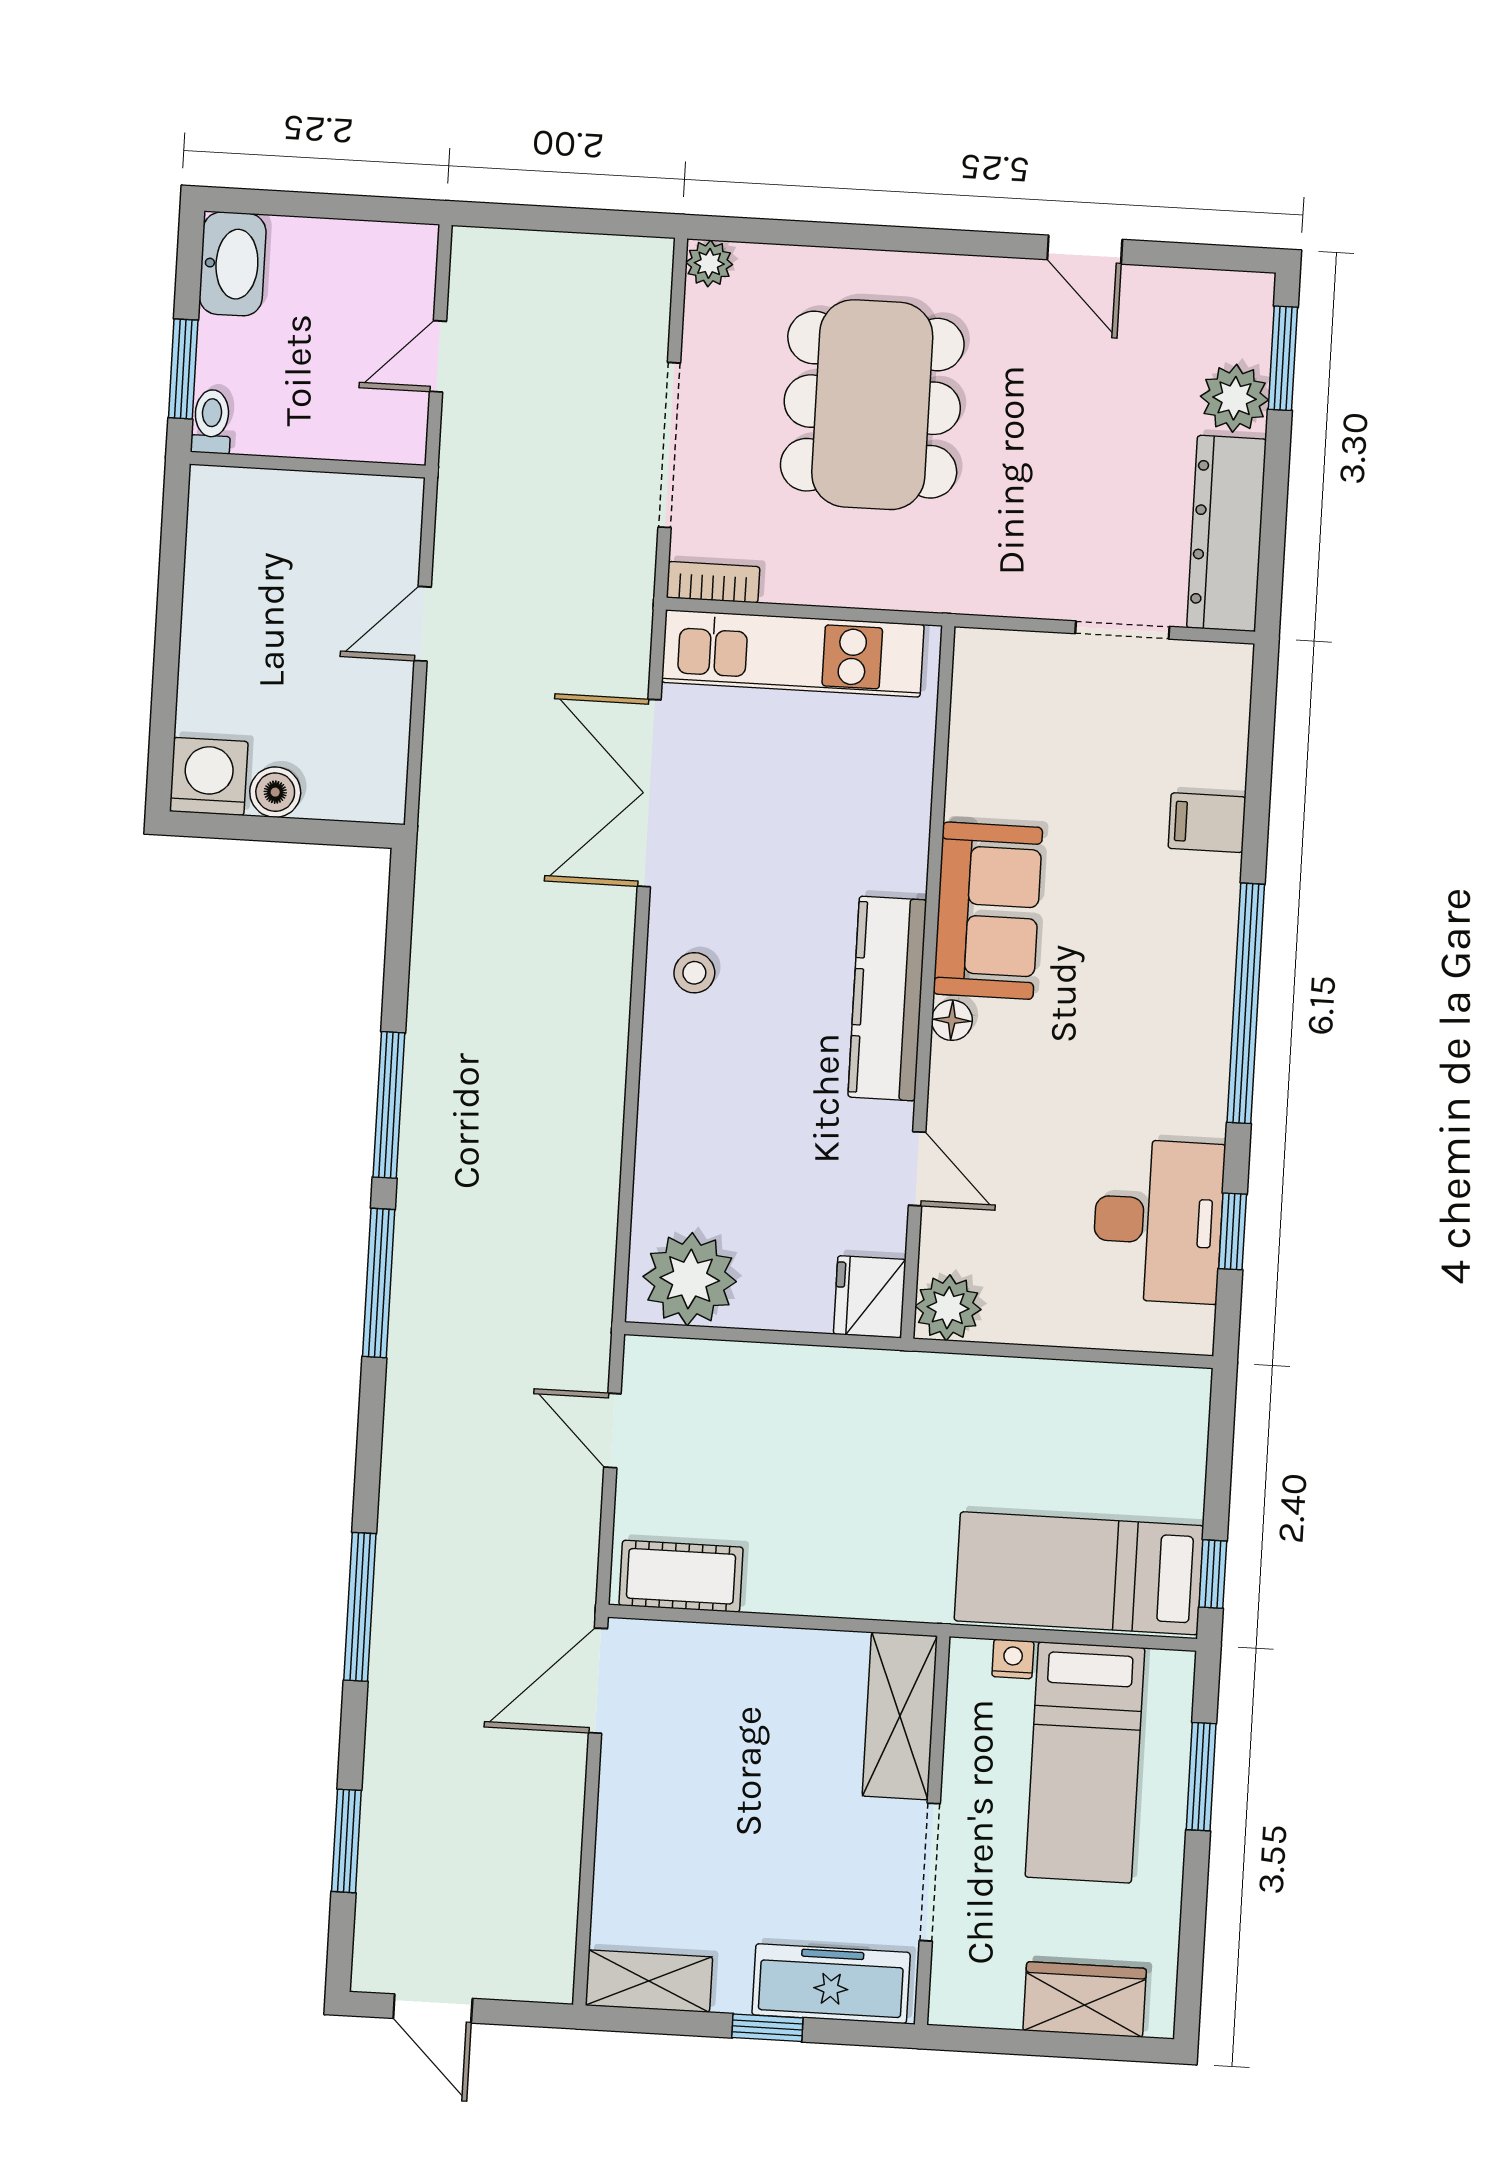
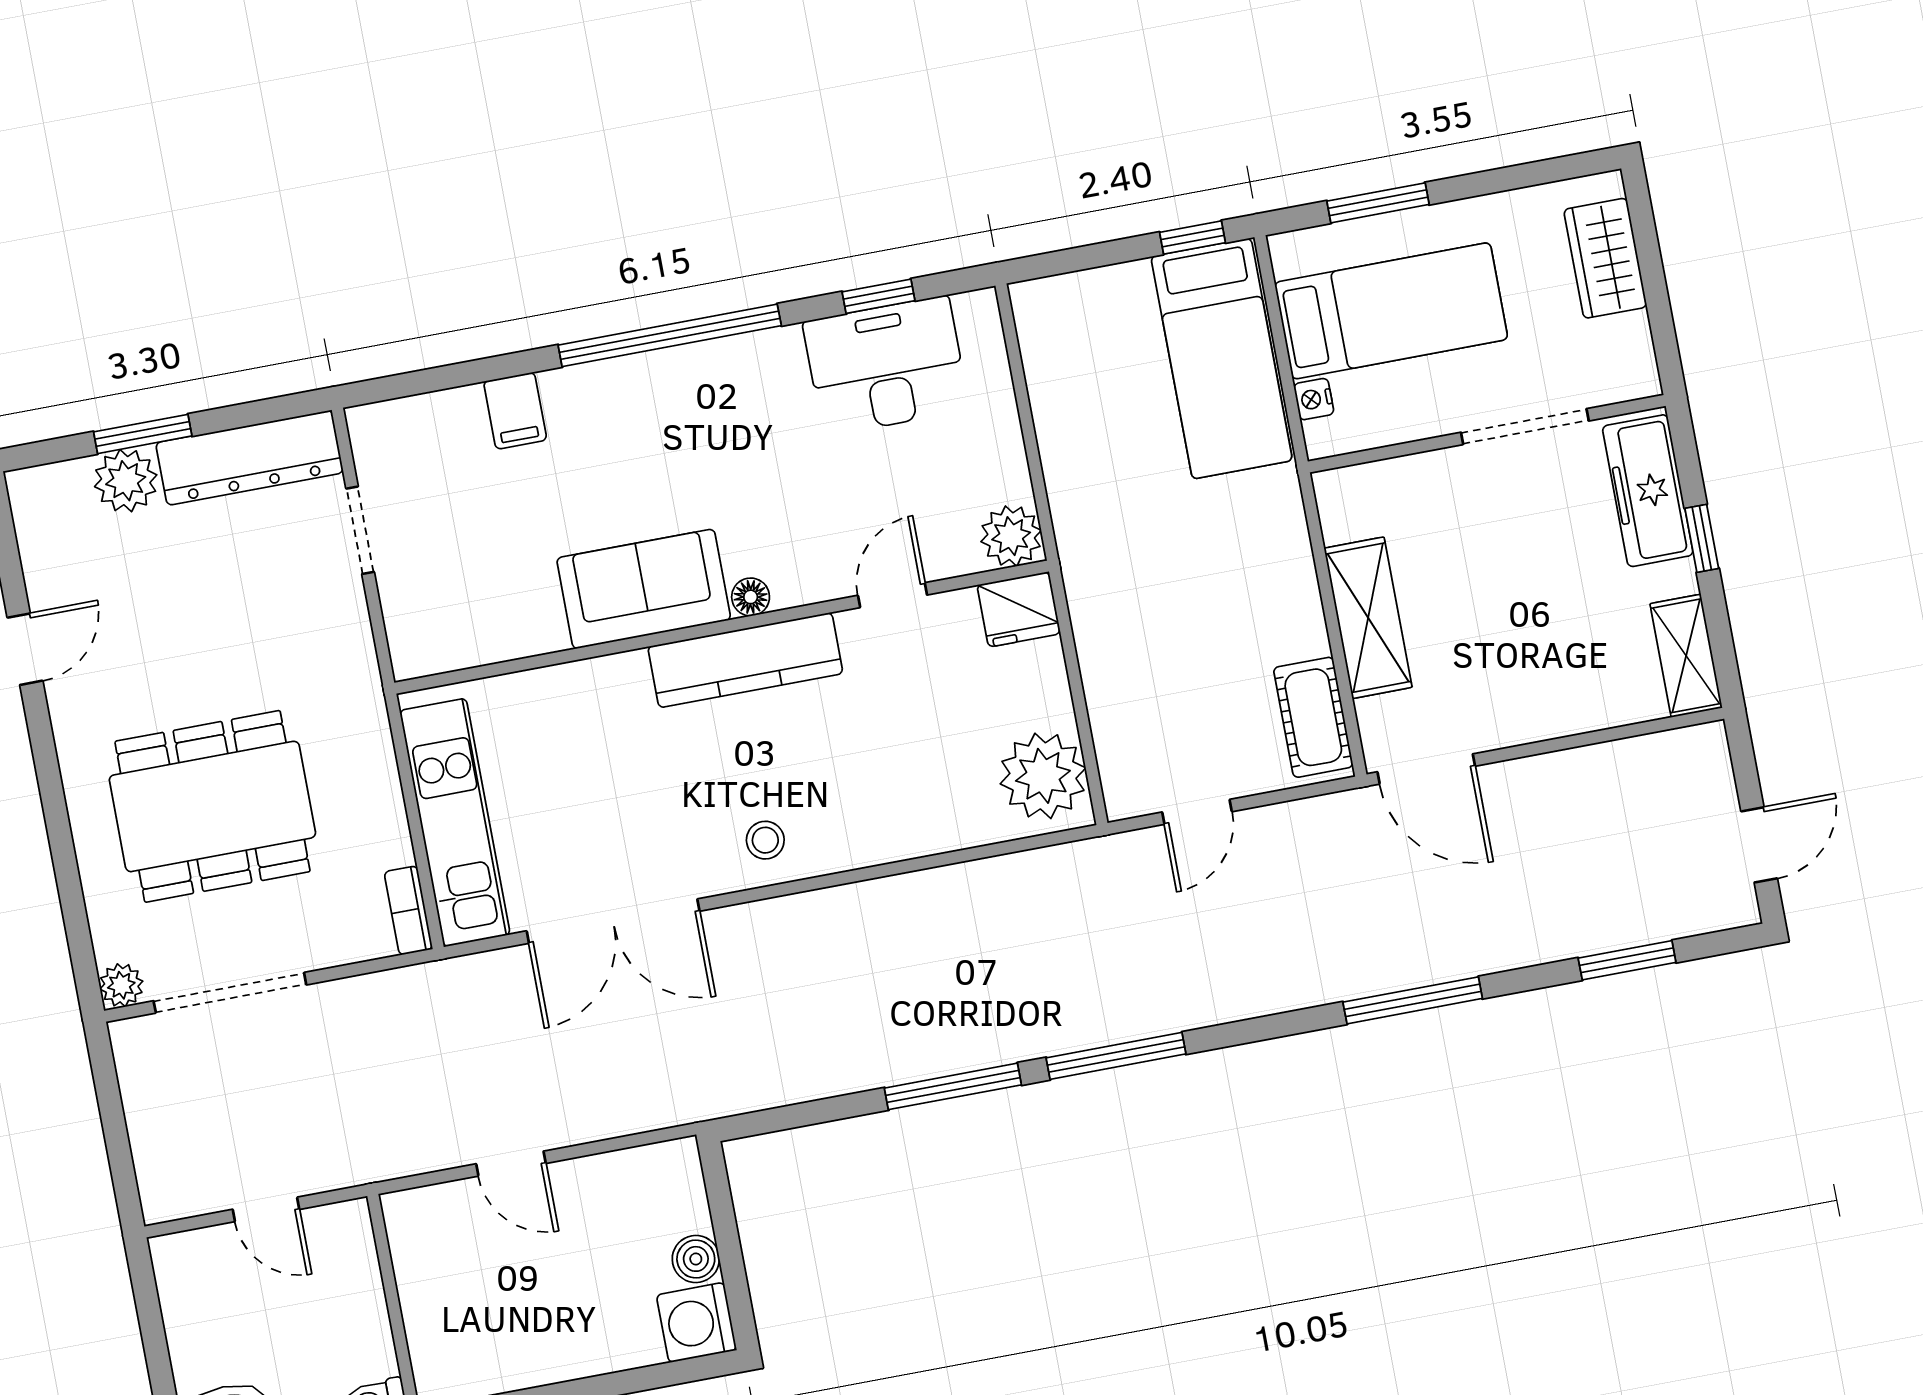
window: (1283, 358) -> (143, 434), moved
doorway: (669, 445) -> (230, 993), moved
shelving: (900, 1716) -> (1368, 618), moved, turned 90

